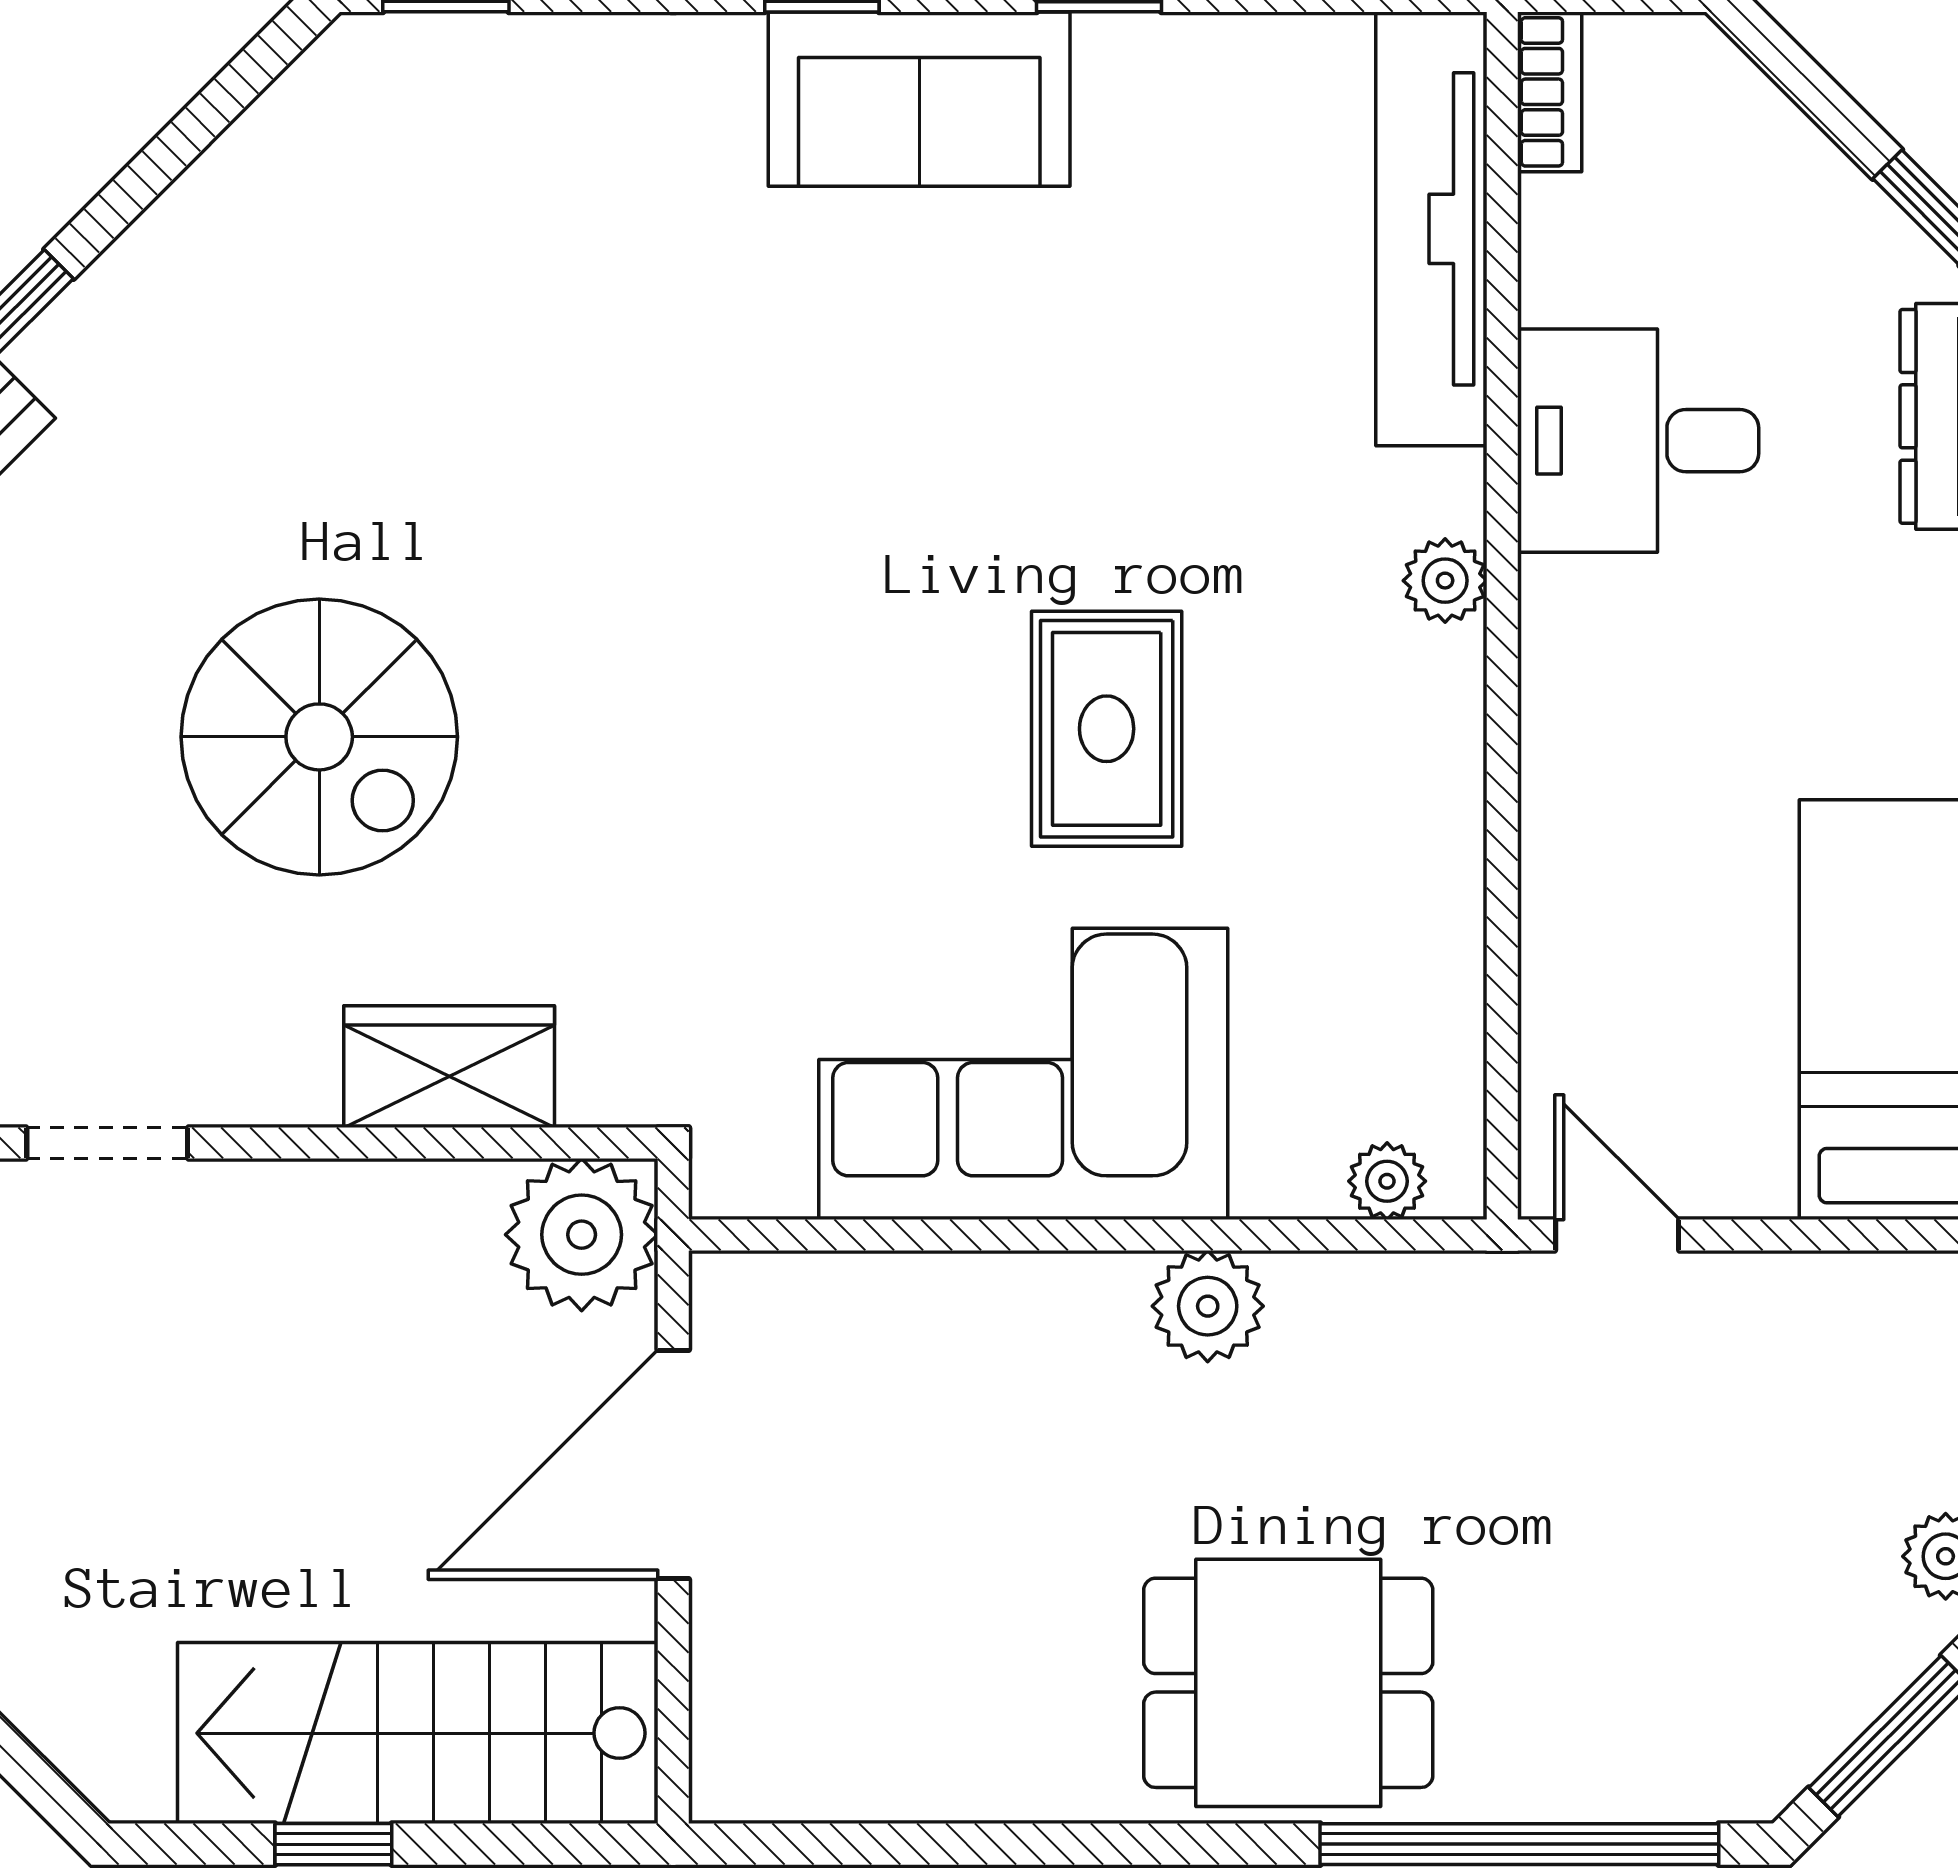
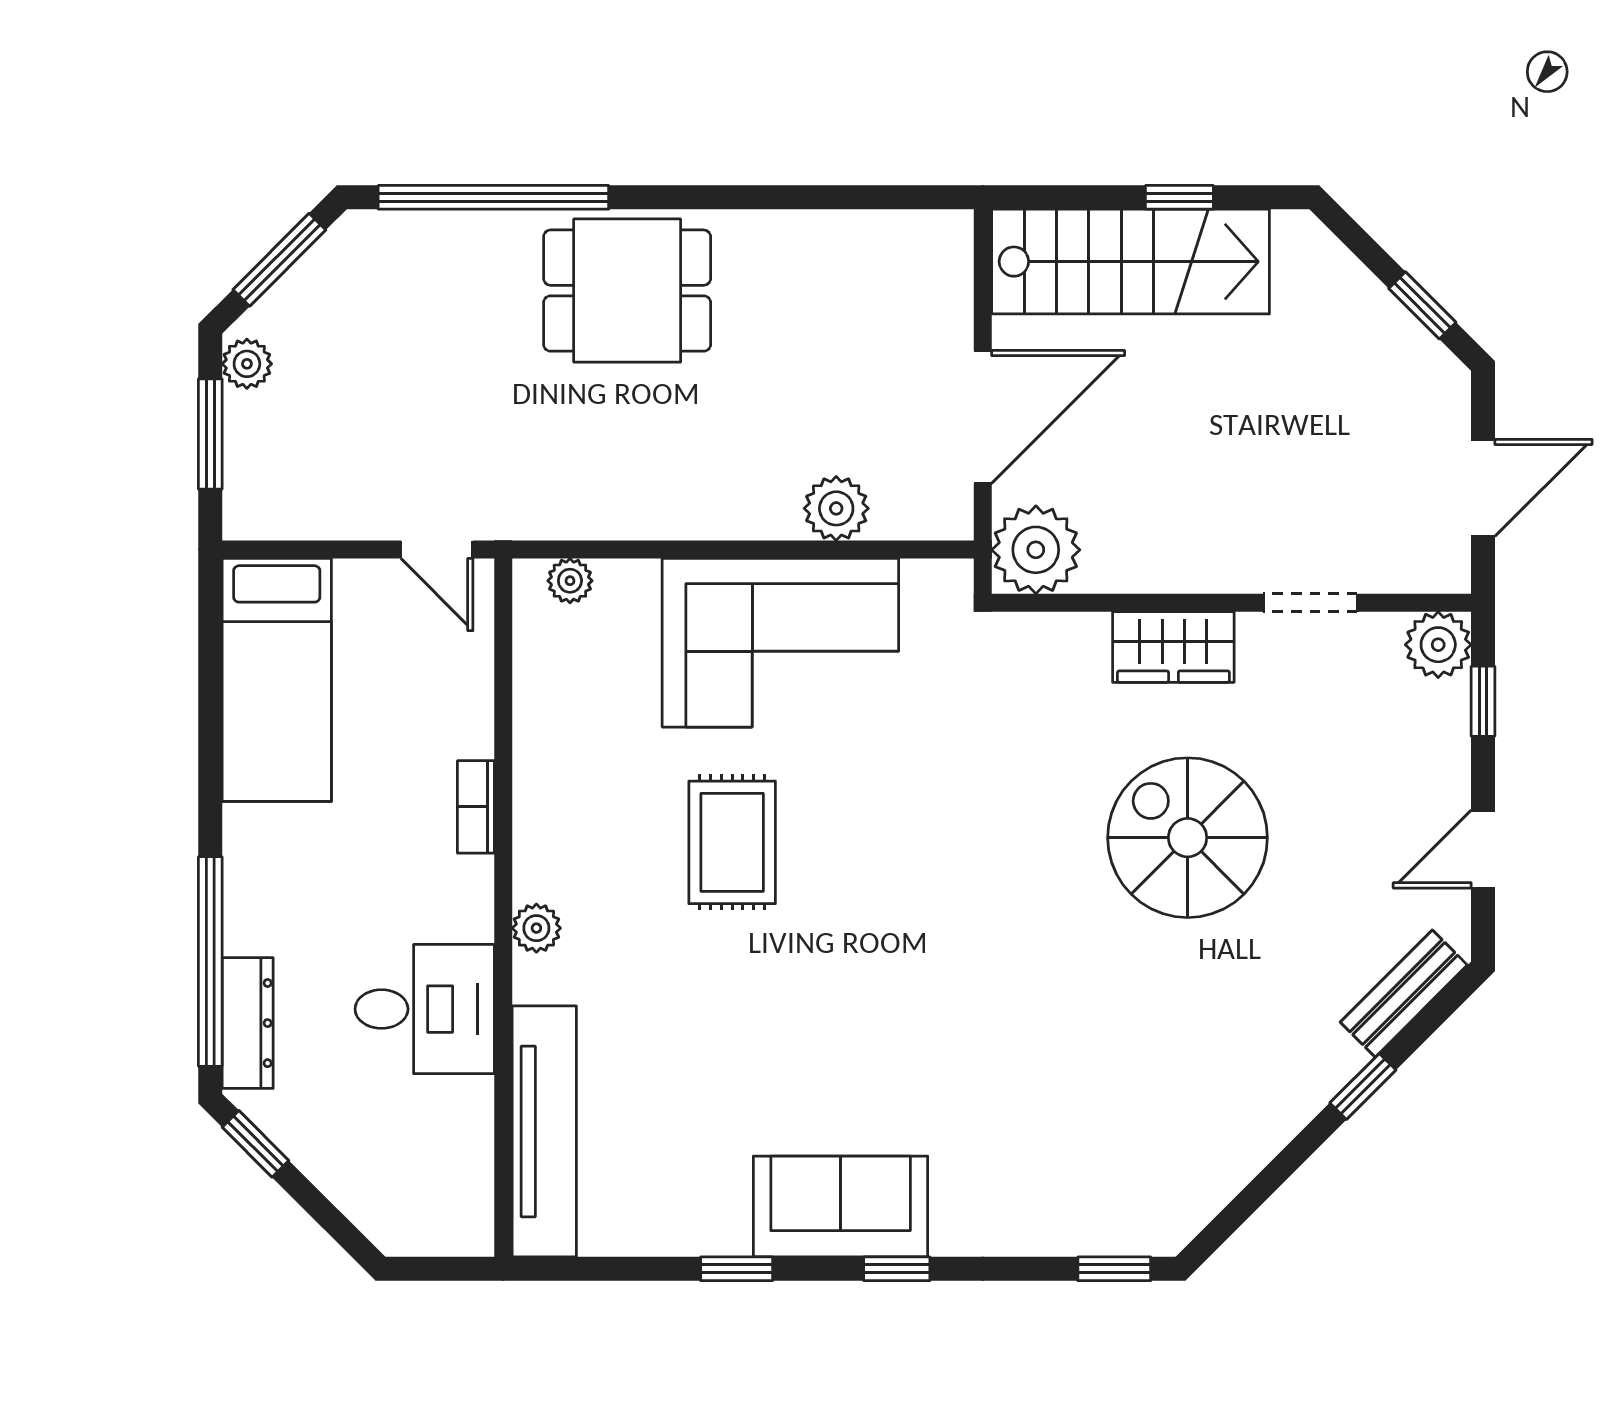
bookcase: (1550, 92) -> (476, 807), moved
wardrobe: (449, 1067) -> (1173, 647), moved
plant: (1208, 1306) -> (836, 508), moved

